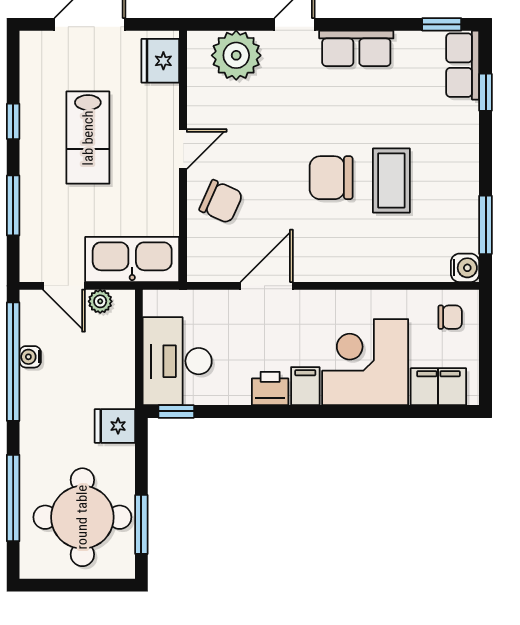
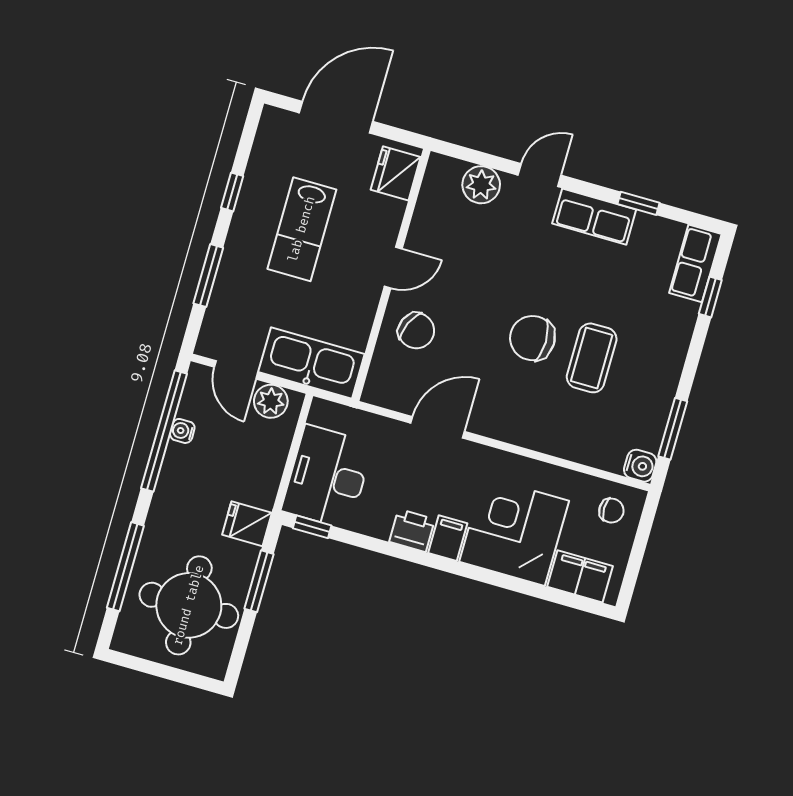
window: (442, 24) -> (639, 203), moved
plant: (236, 55) -> (481, 185), width x0.73, depth x0.73
plant: (100, 301) -> (271, 401), width x1.38, depth x1.38
window: (141, 524) -> (259, 581), moved

